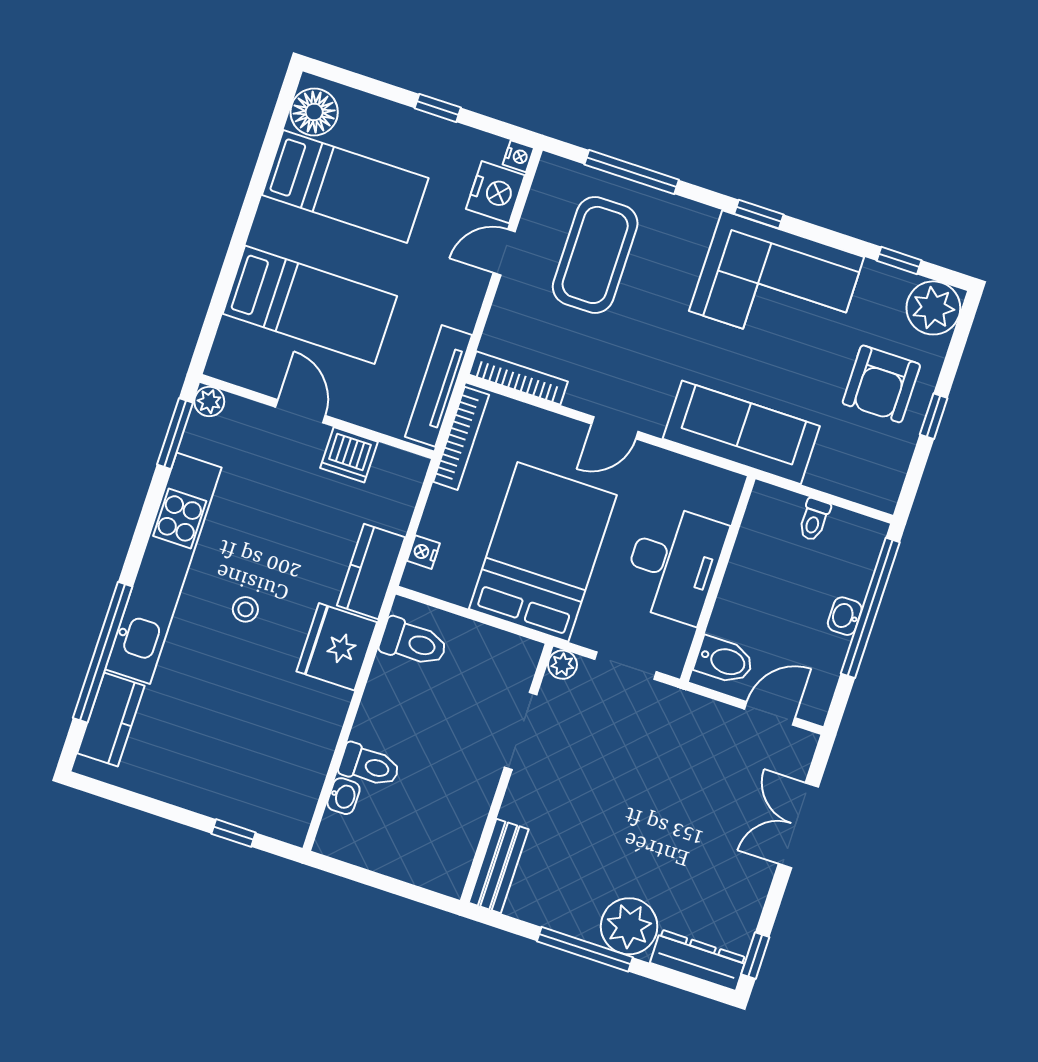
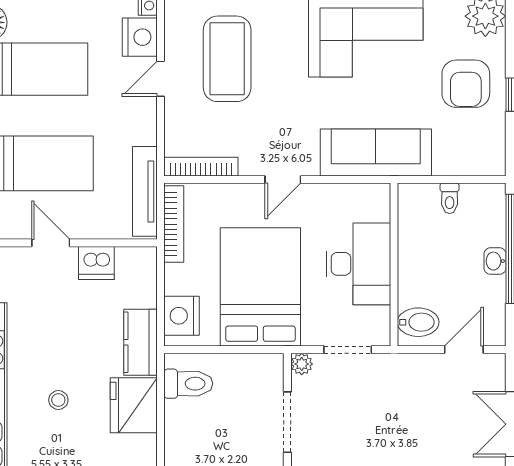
nightstand: (423, 552) -> (182, 316), width x1.89, depth x1.79

